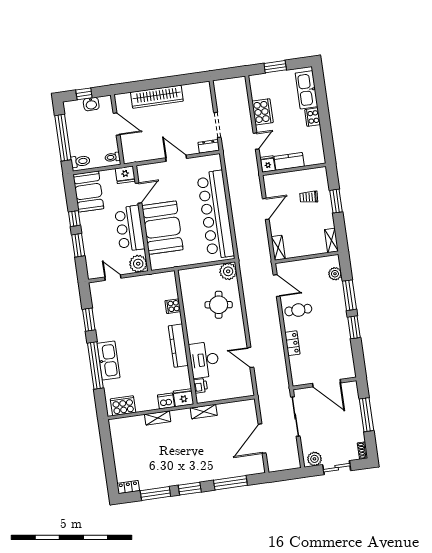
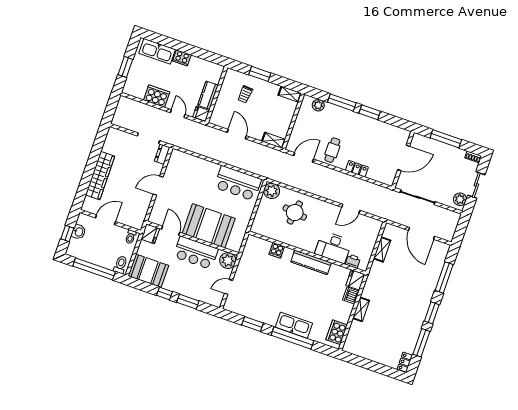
bar counter: (216, 215) -> (238, 183), width x0.54
shelving: (204, 412) -> (382, 249), moved

